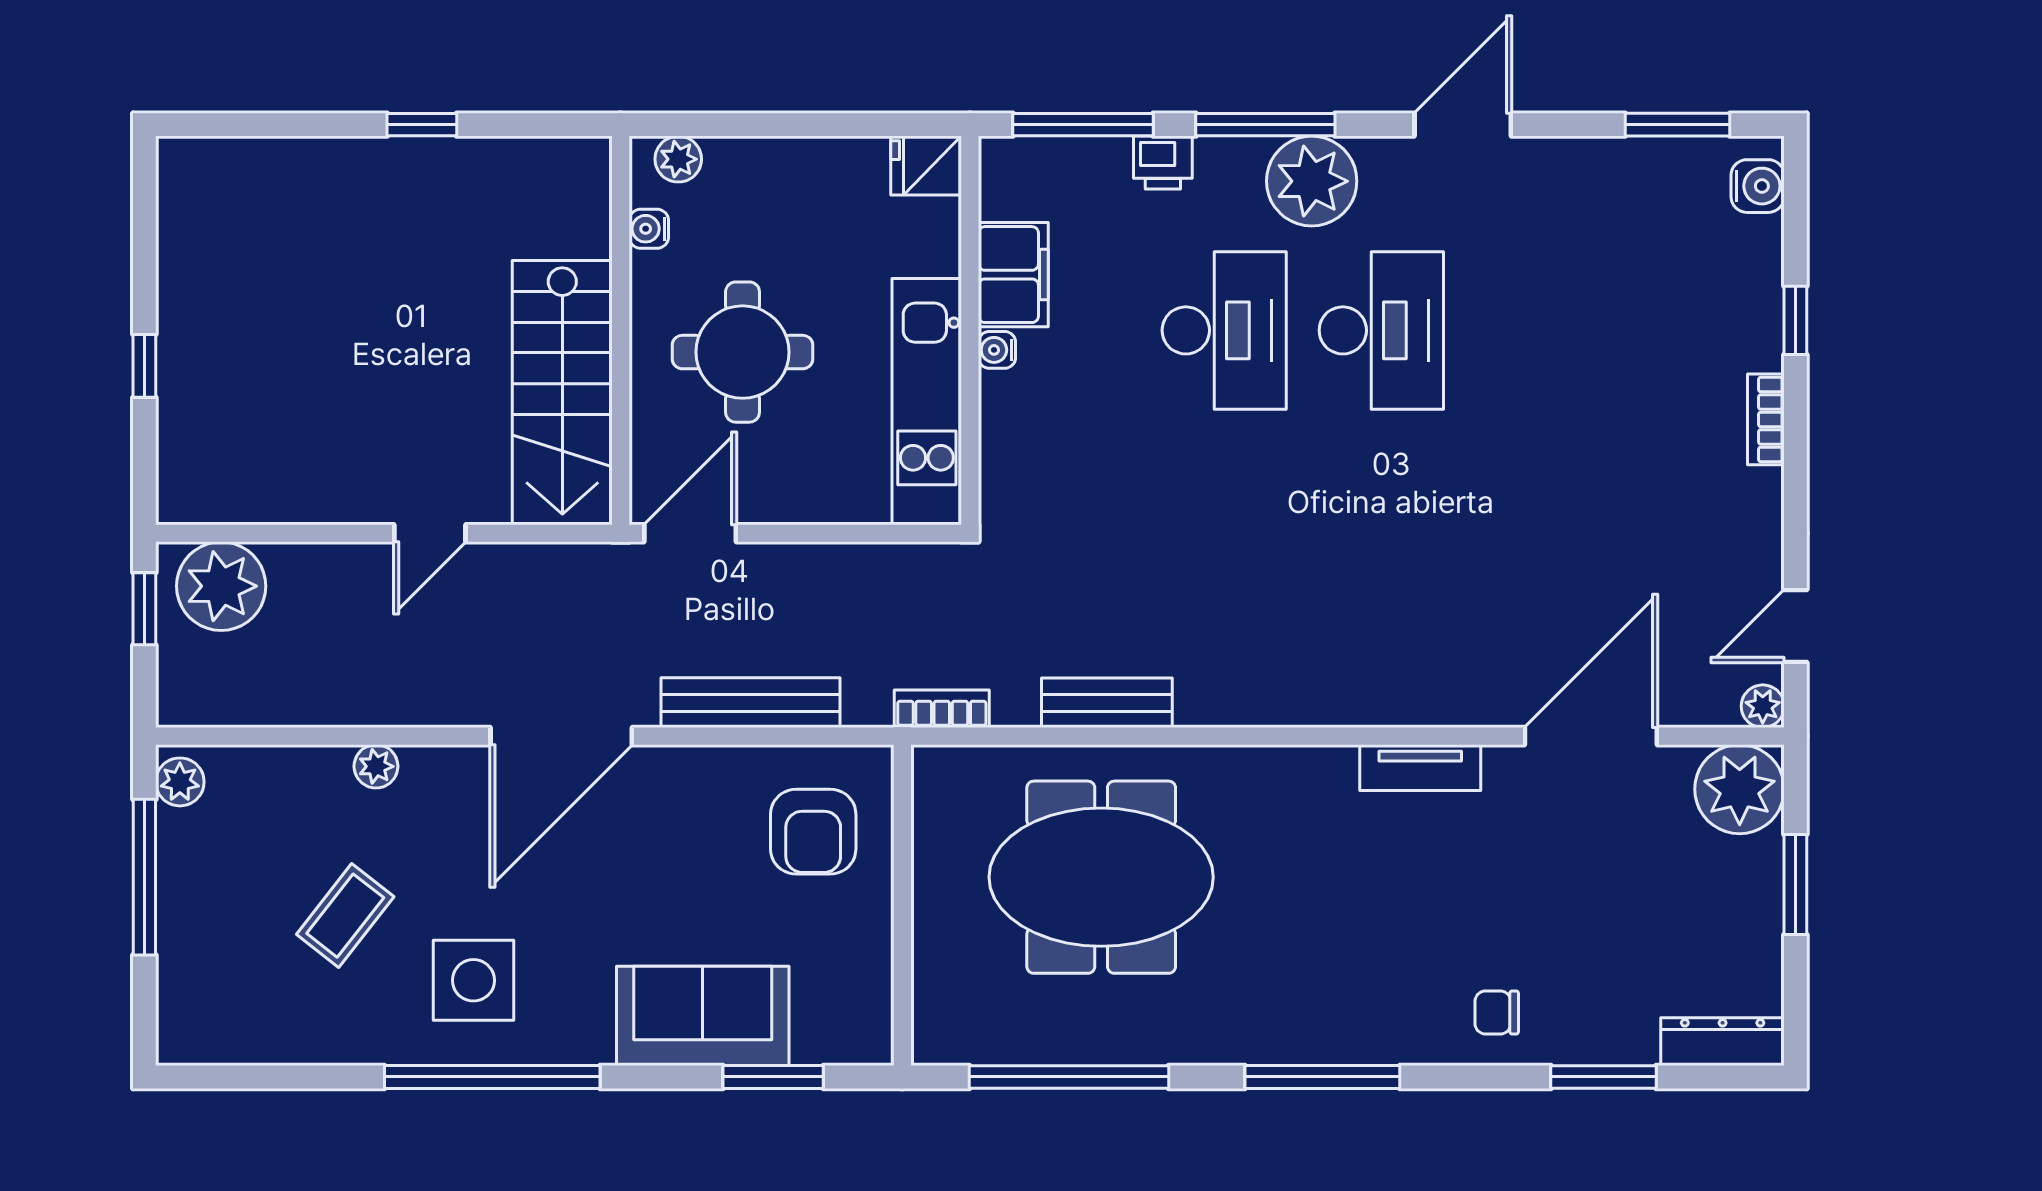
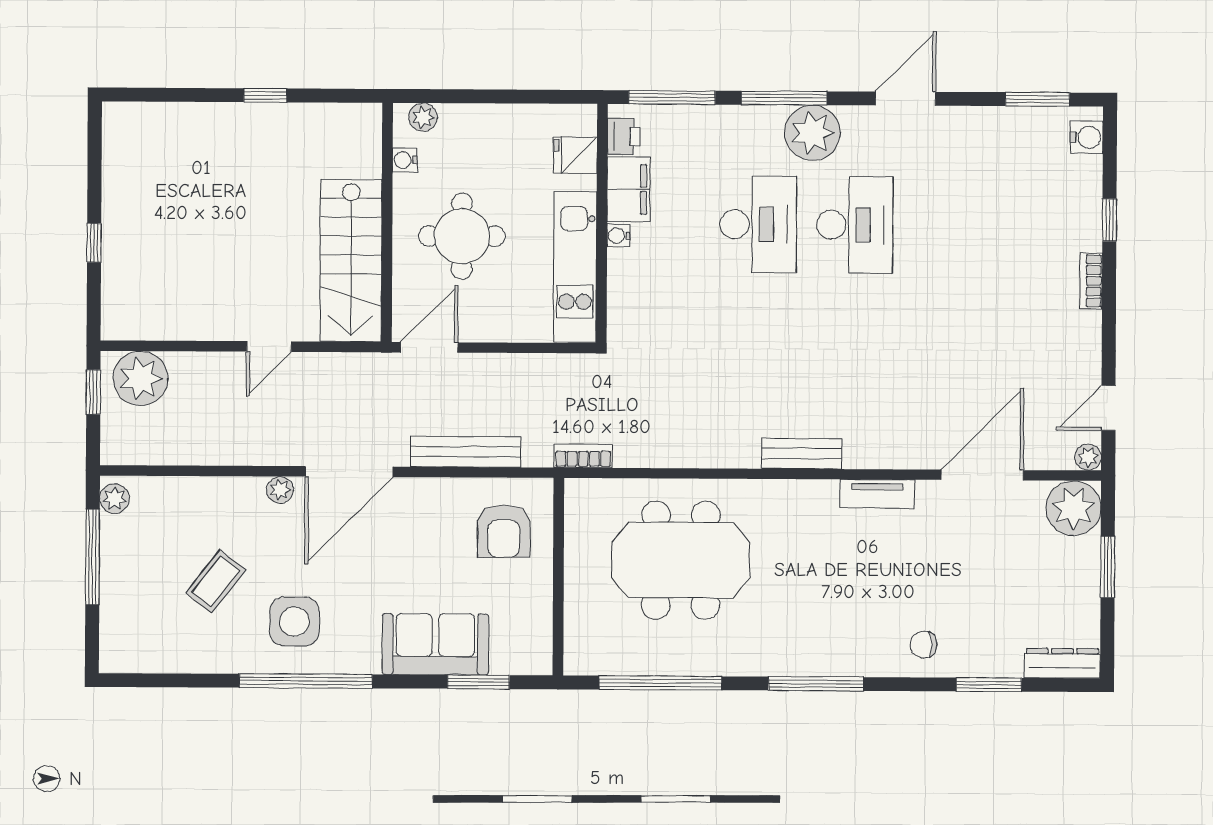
printer: (1163, 163) -> (624, 136), moved, turned -90
fridge: (926, 166) -> (575, 155), moved
bench: (1107, 703) -> (802, 454), moved
plant: (376, 766) -> (280, 490), moved

